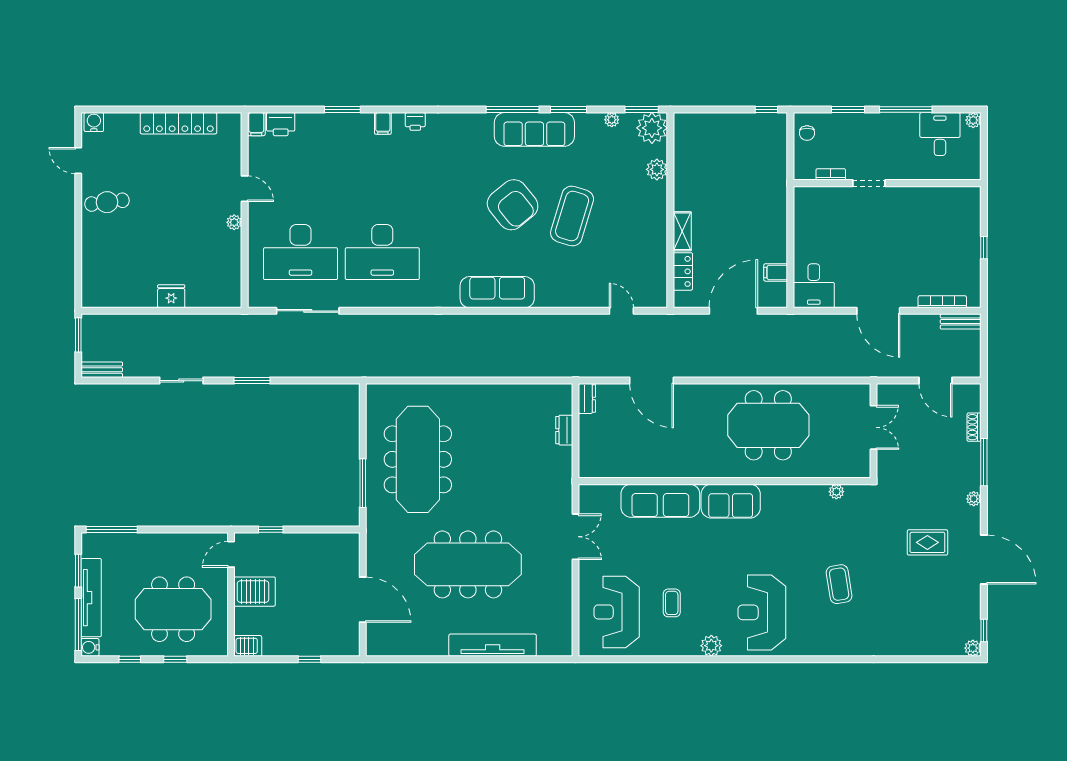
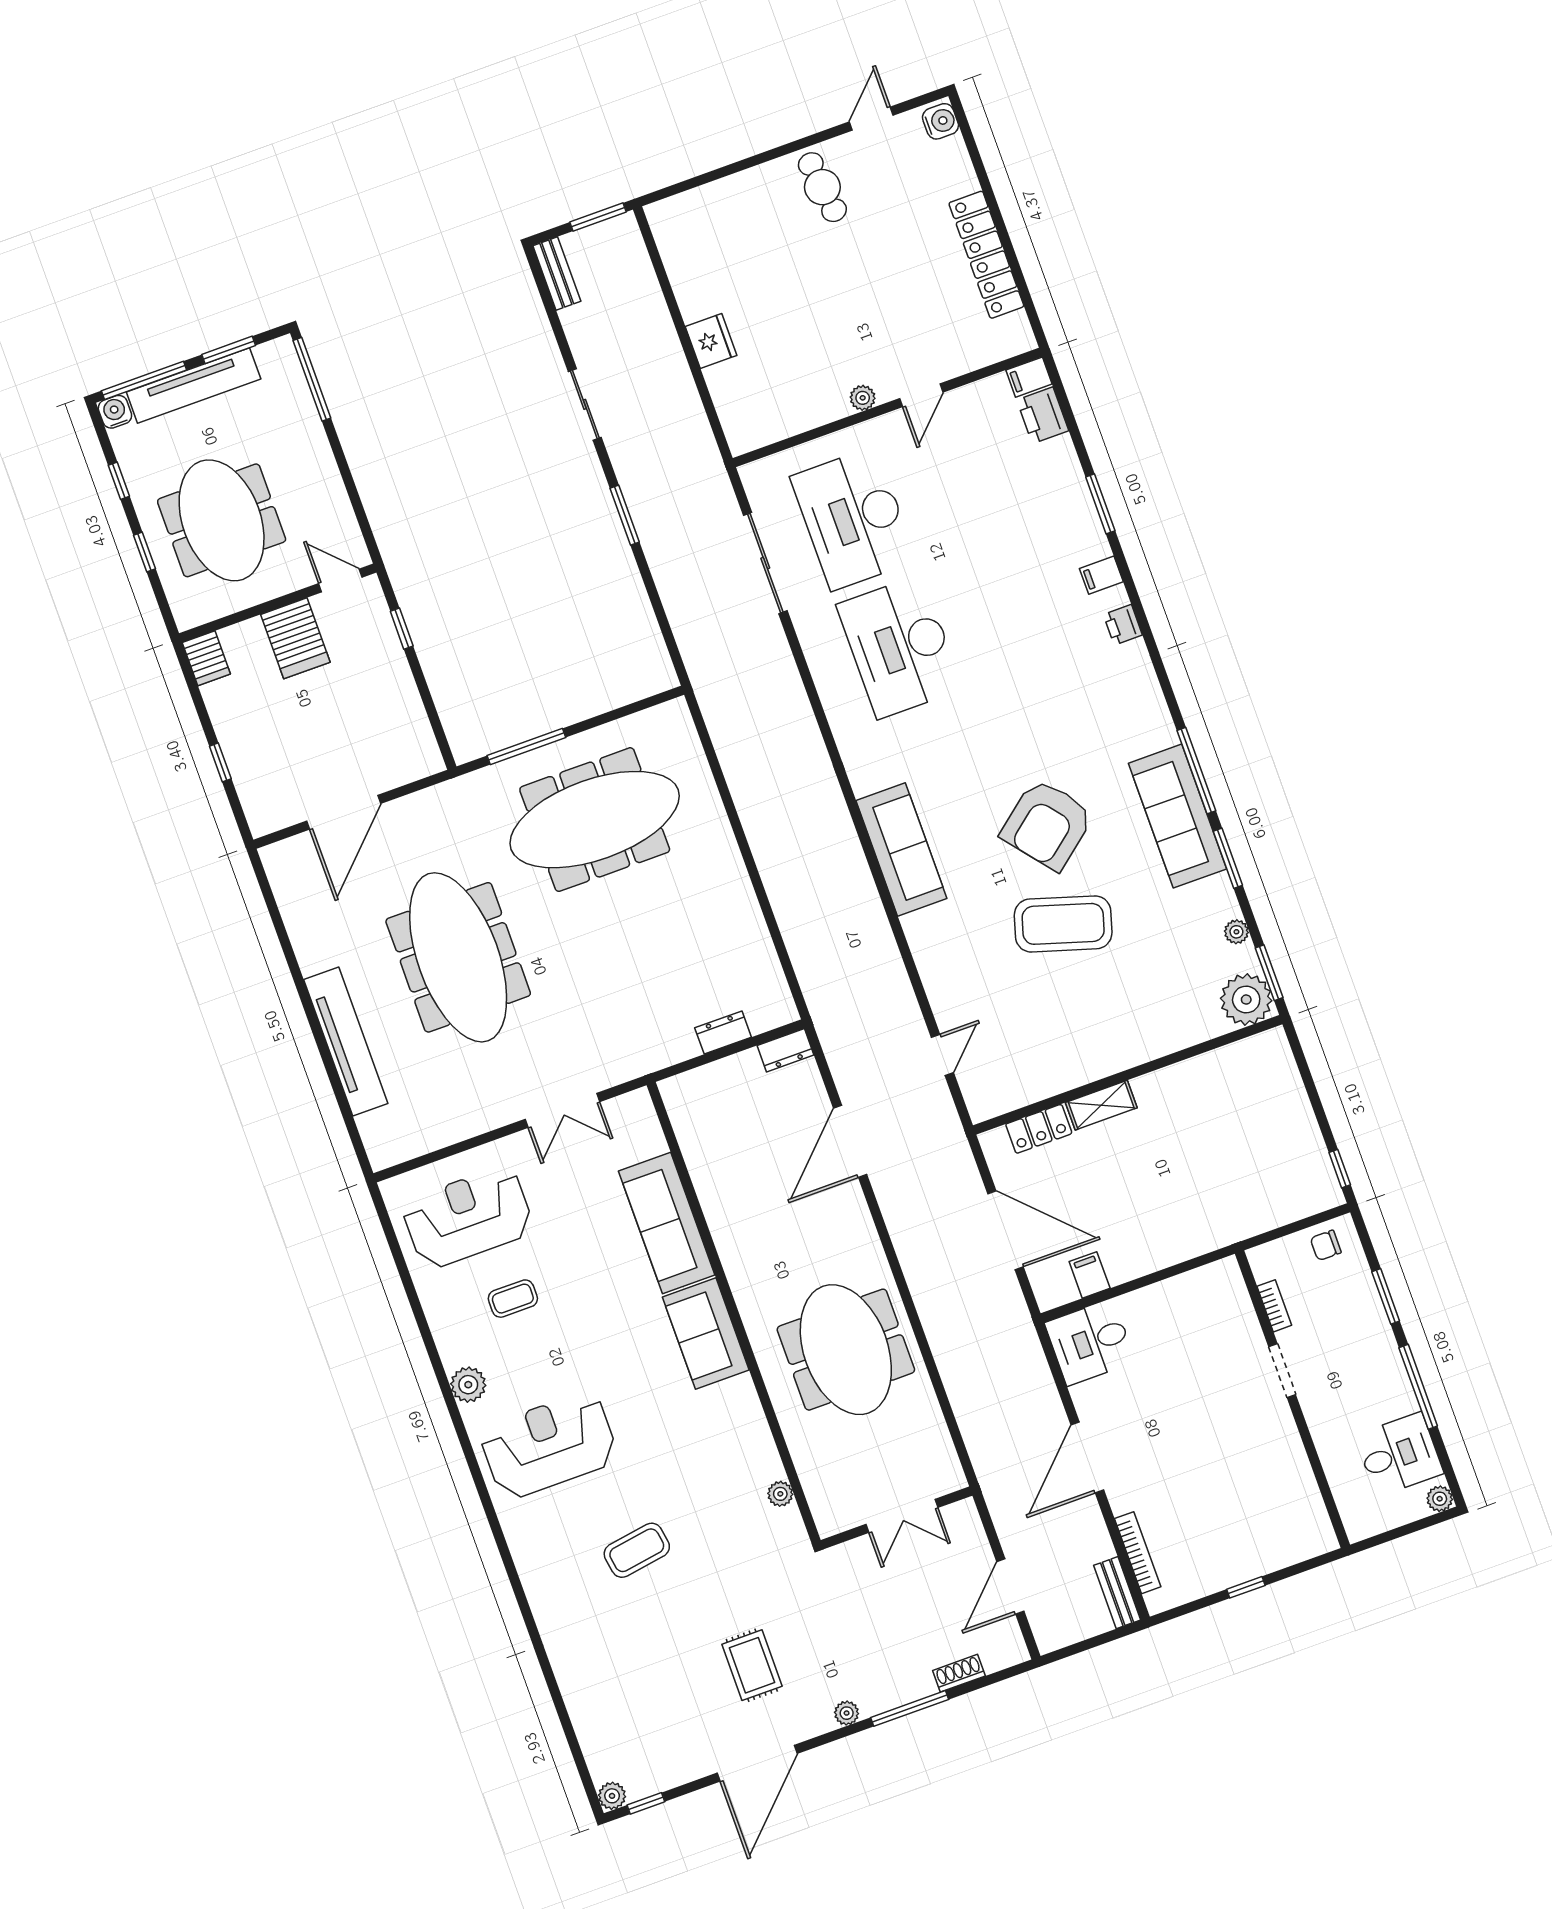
plant: (657, 169) -> (1184, 1031), removed

